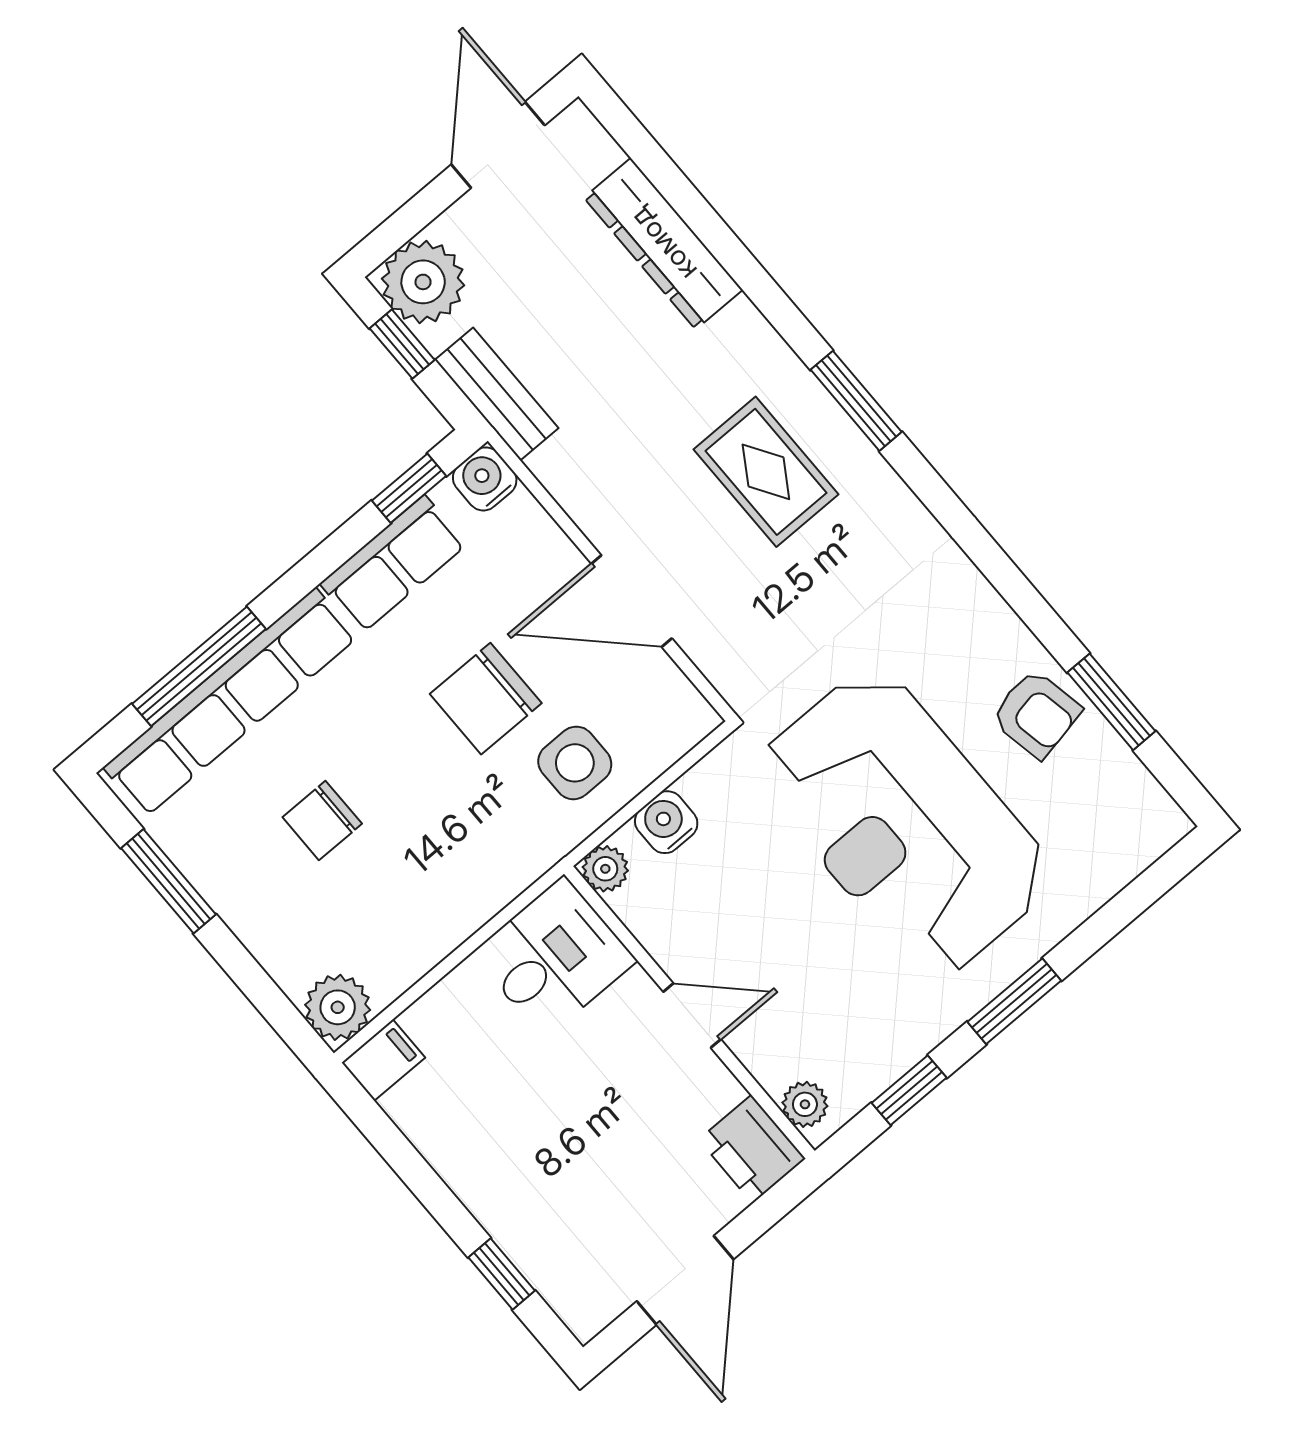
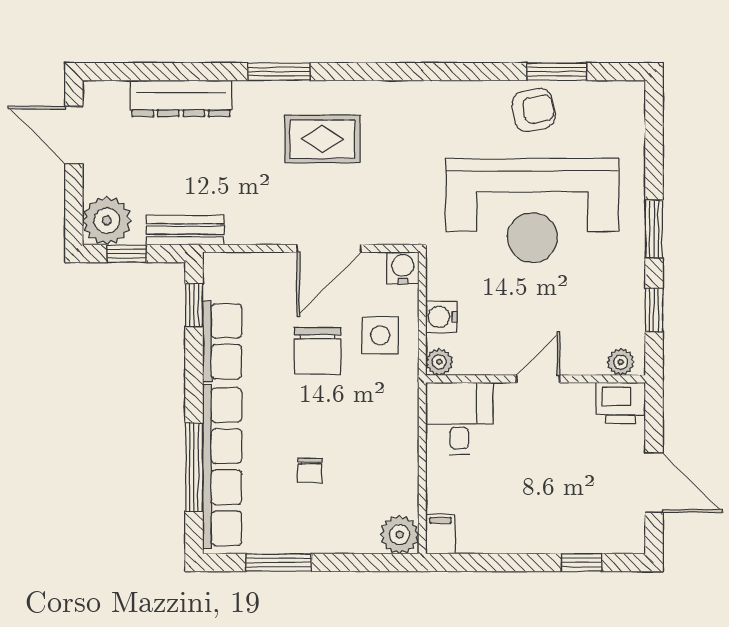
window: (856, 401) -> (279, 72), moved
water cooler: (485, 479) -> (403, 268), moved, turned 90
chair: (322, 820) -> (310, 470), width x0.73, depth x0.73

